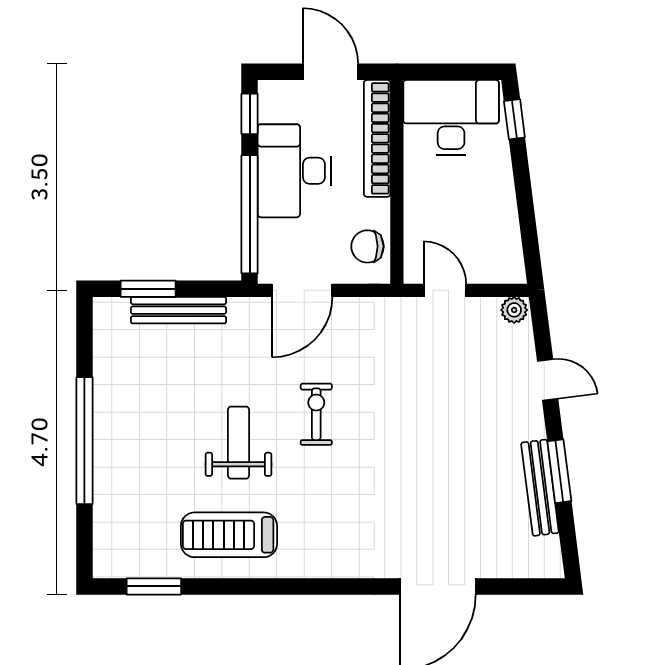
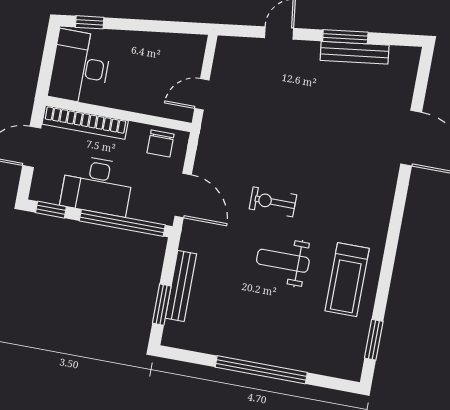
plant: (514, 310) -> (225, 48), removed

